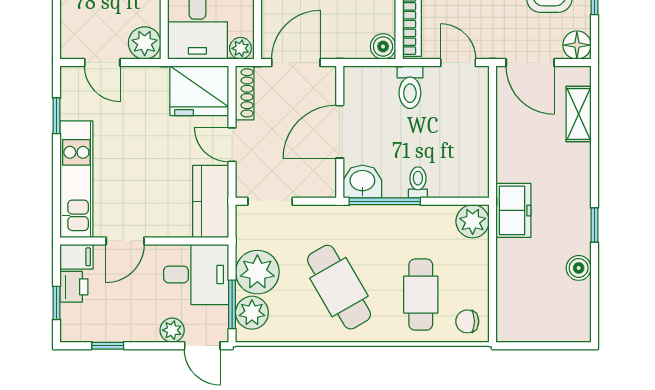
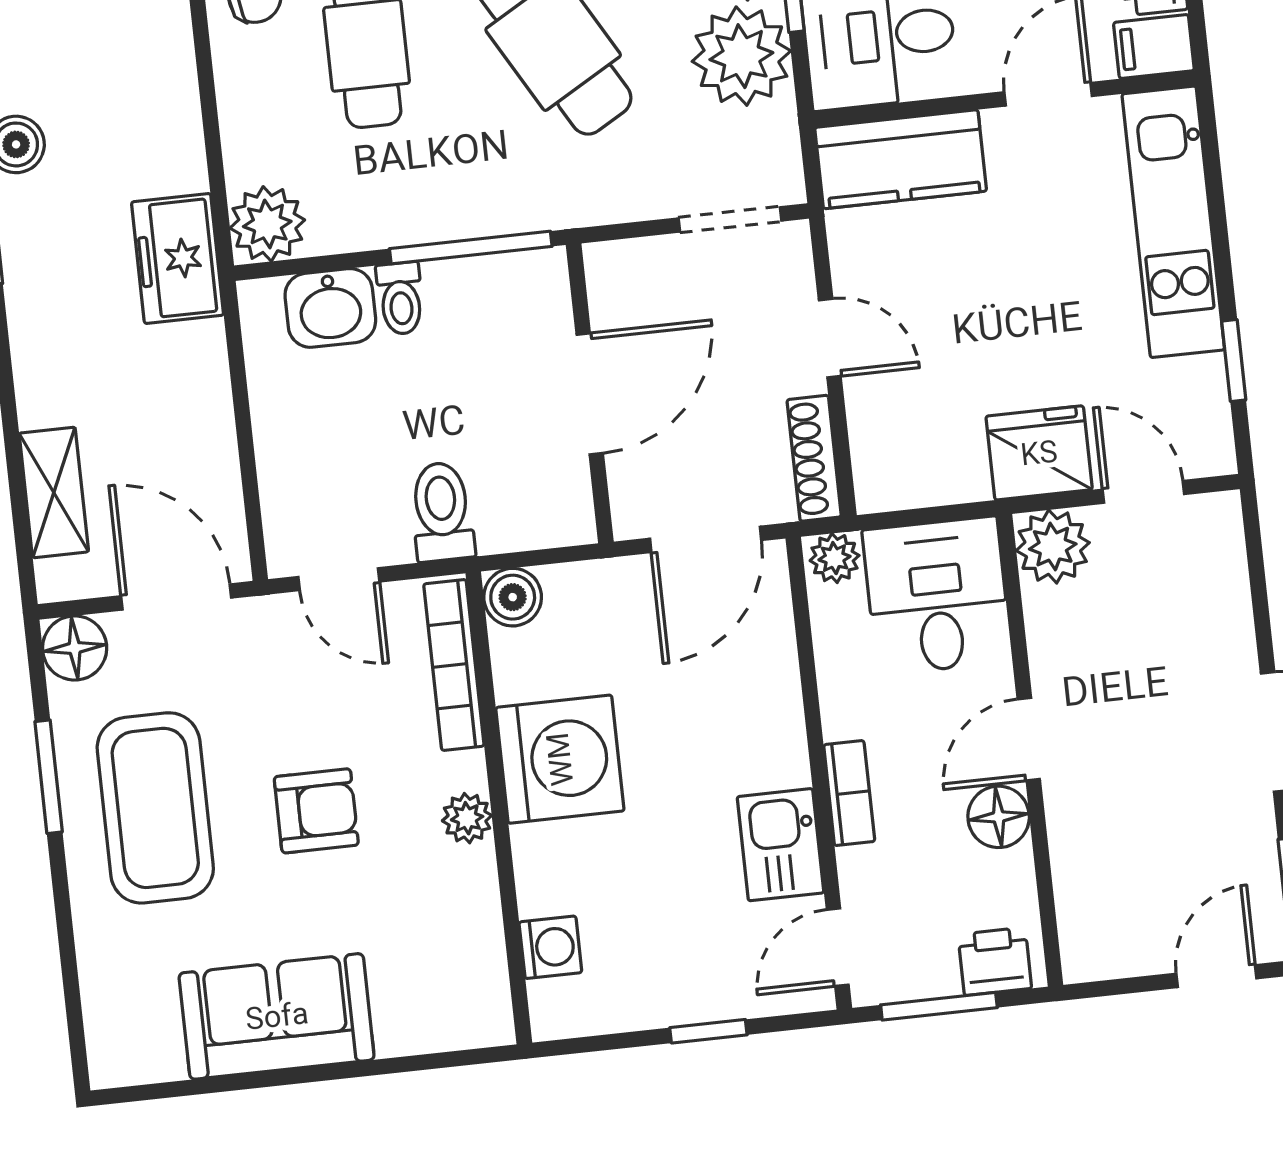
fridge: (199, 91) -> (1039, 453), moved, width x0.73, depth x0.75
washbasin: (362, 182) -> (330, 308), moved
kitchen counter: (211, 201) -> (901, 159), moved, turned 90

